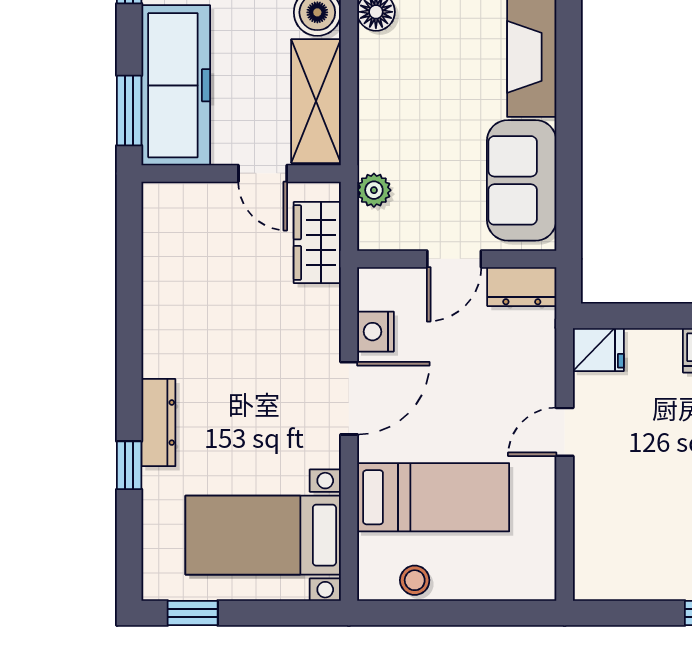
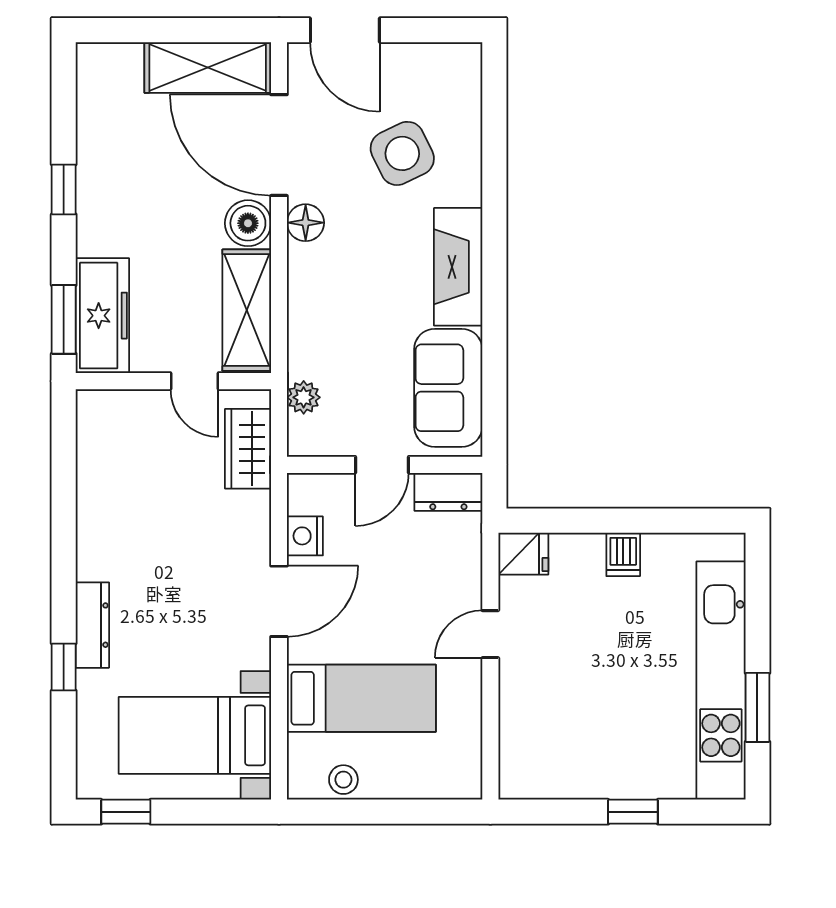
freezer: (176, 85) -> (102, 316), width x0.73, depth x0.79

